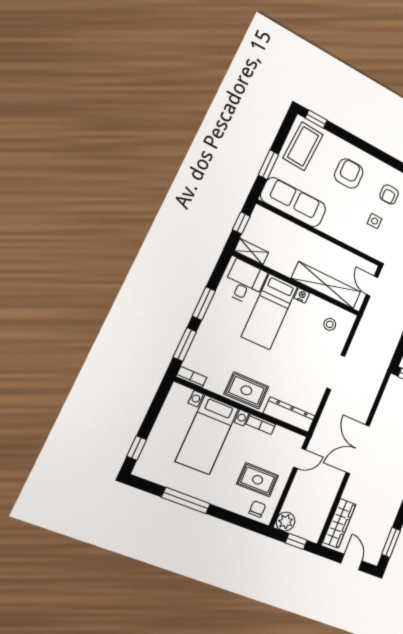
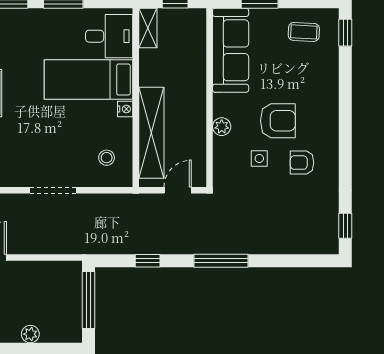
coffee table: (303, 146) -> (304, 32), width x0.54, depth x0.58
armchair: (349, 174) -> (278, 121), moved
plant: (343, 235) -> (222, 127), added

